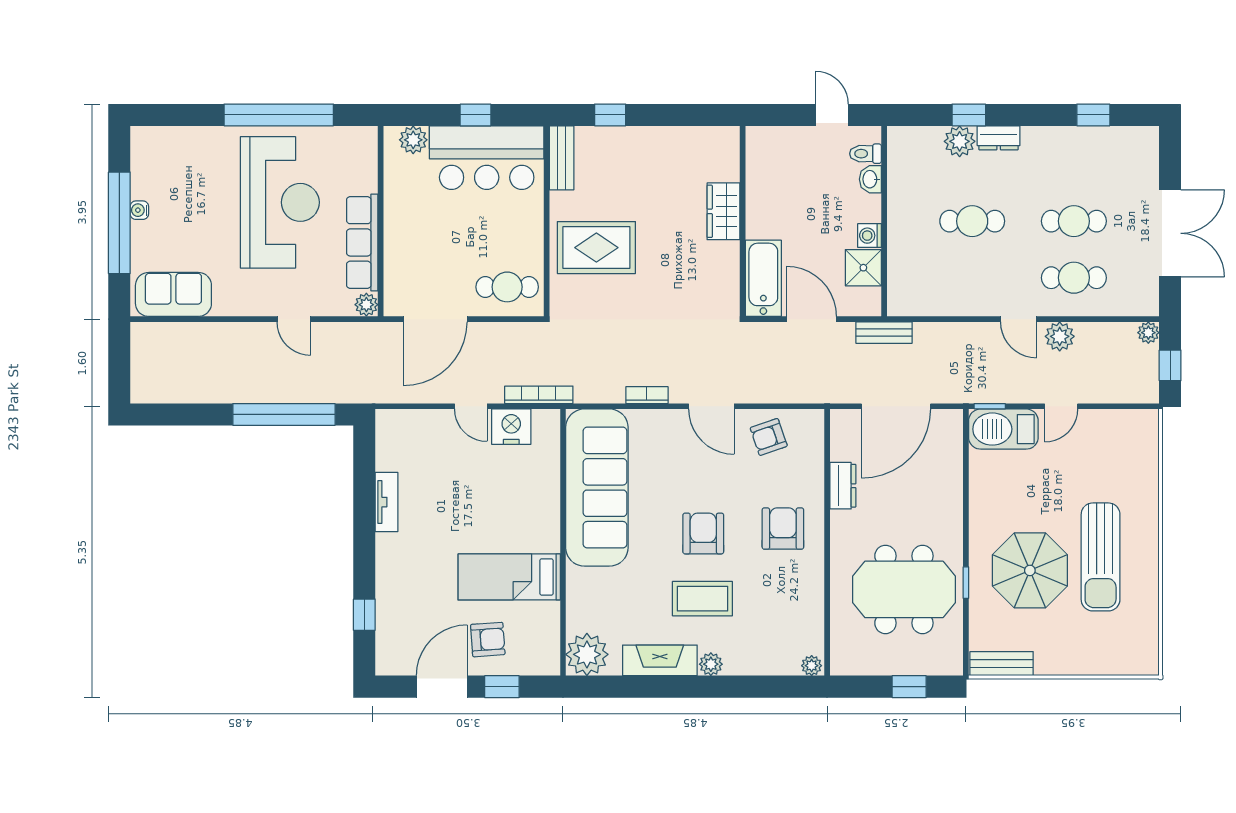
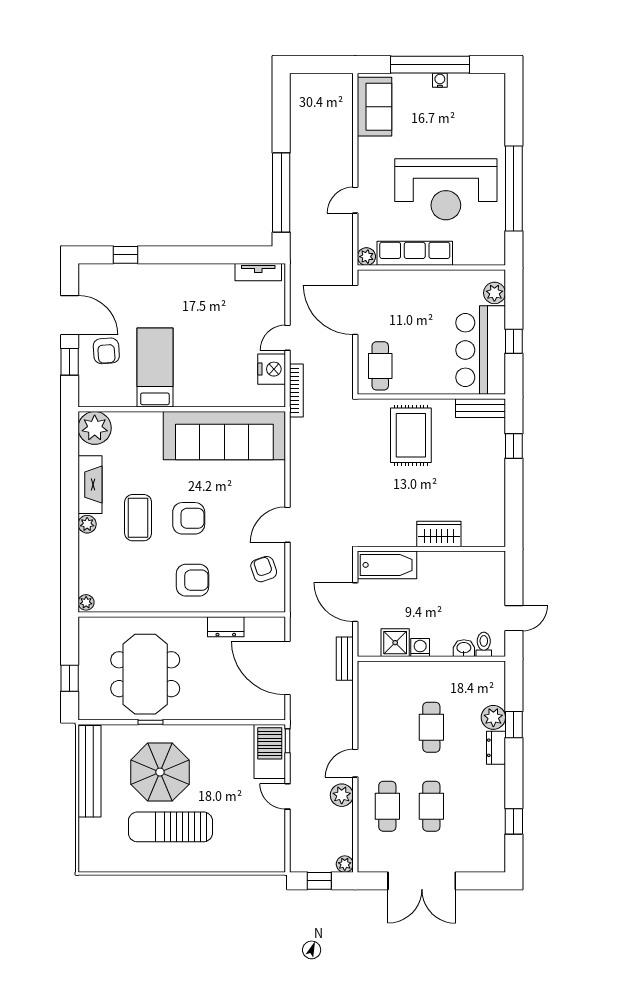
door: (811, 319) -> (355, 602), swing flipped
bookcase: (647, 395) -> (296, 475), removed
tv unit: (386, 502) -> (258, 272), moved
bench: (1002, 664) -> (90, 771), width x1.86, depth x1.21

